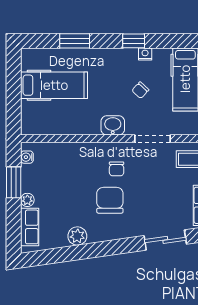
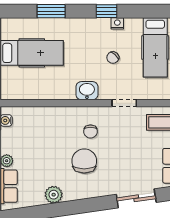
doorway: (152, 139) -> (124, 103), width x0.73

